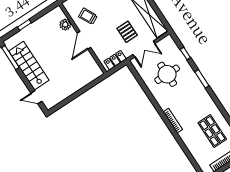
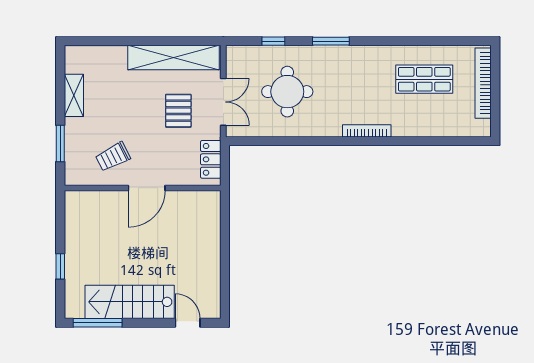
plant: (65, 25) -> (102, 201), removed
pallet: (127, 32) -> (178, 111), turned 90
door: (84, 40) -> (147, 188), hinge flipped
door: (36, 97) -> (188, 323), swing flipped

